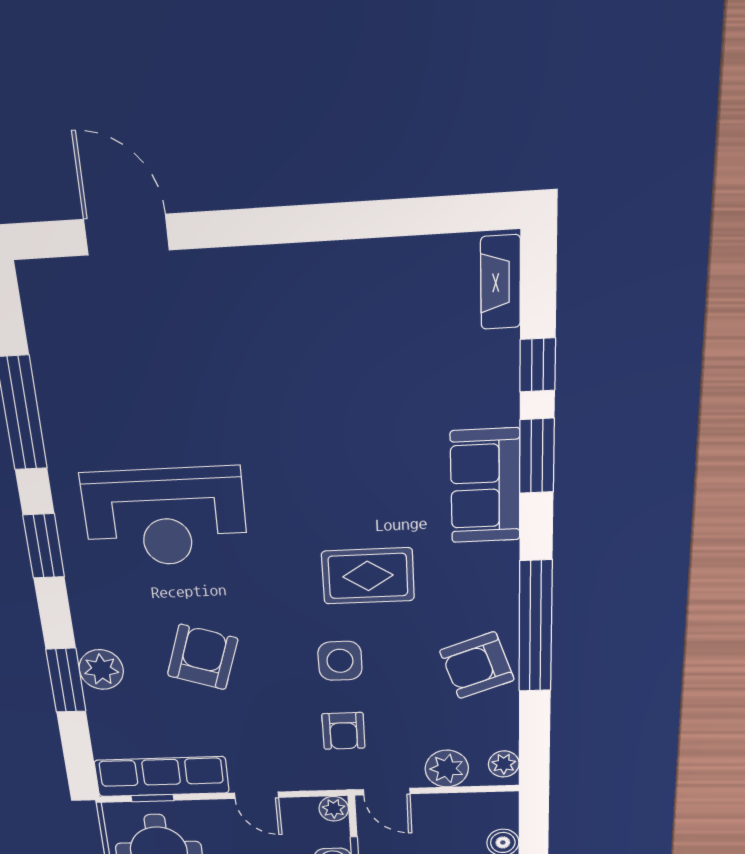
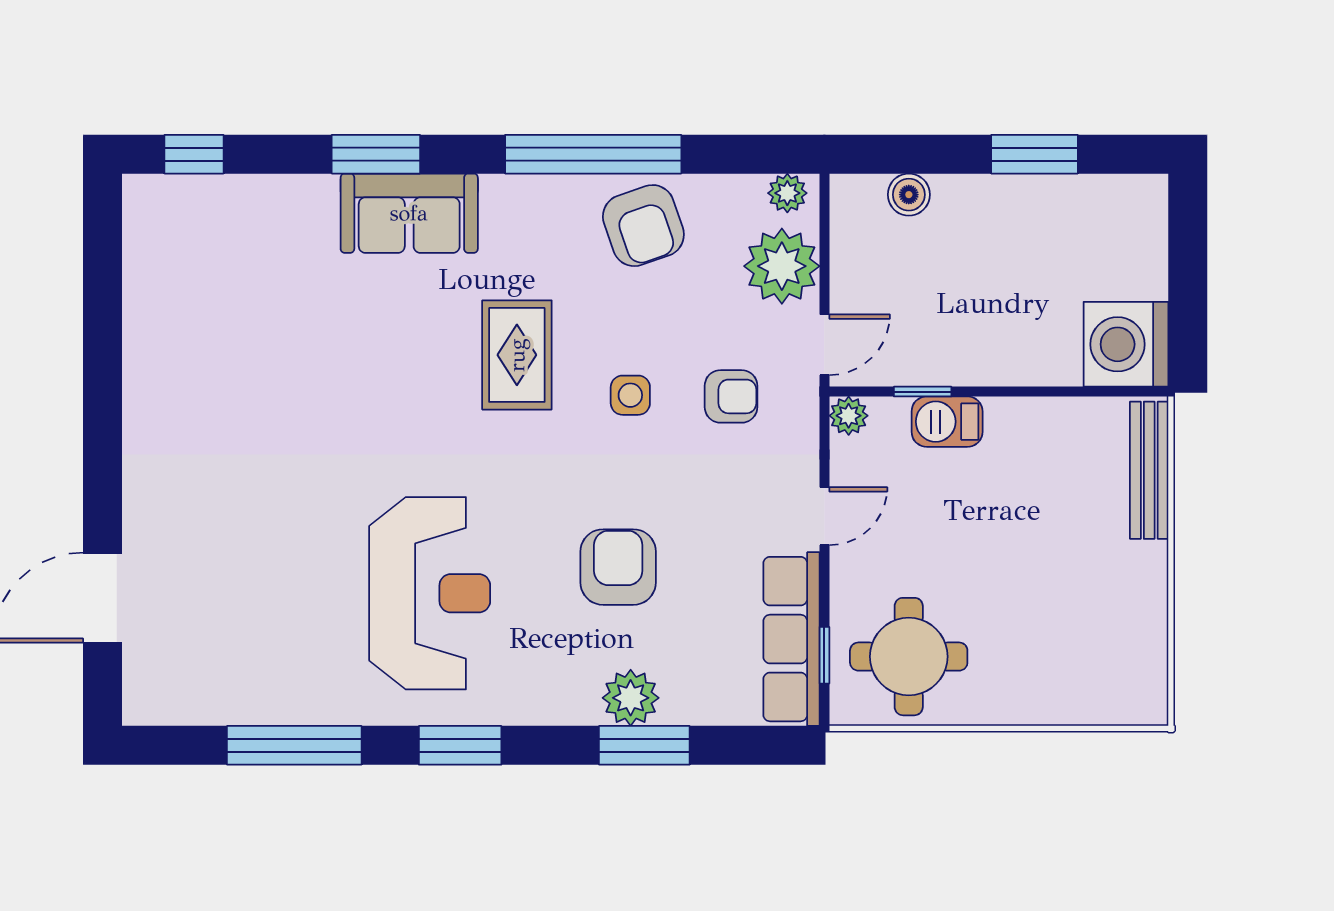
fireplace: (501, 282) -> (177, 195), removed
window: (538, 365) -> (194, 154), moved
armchair: (203, 657) -> (618, 567), turned 72
side table: (340, 661) -> (630, 395), width x0.73, depth x0.73
plant: (447, 769) -> (782, 266), width x1.36, depth x1.36

